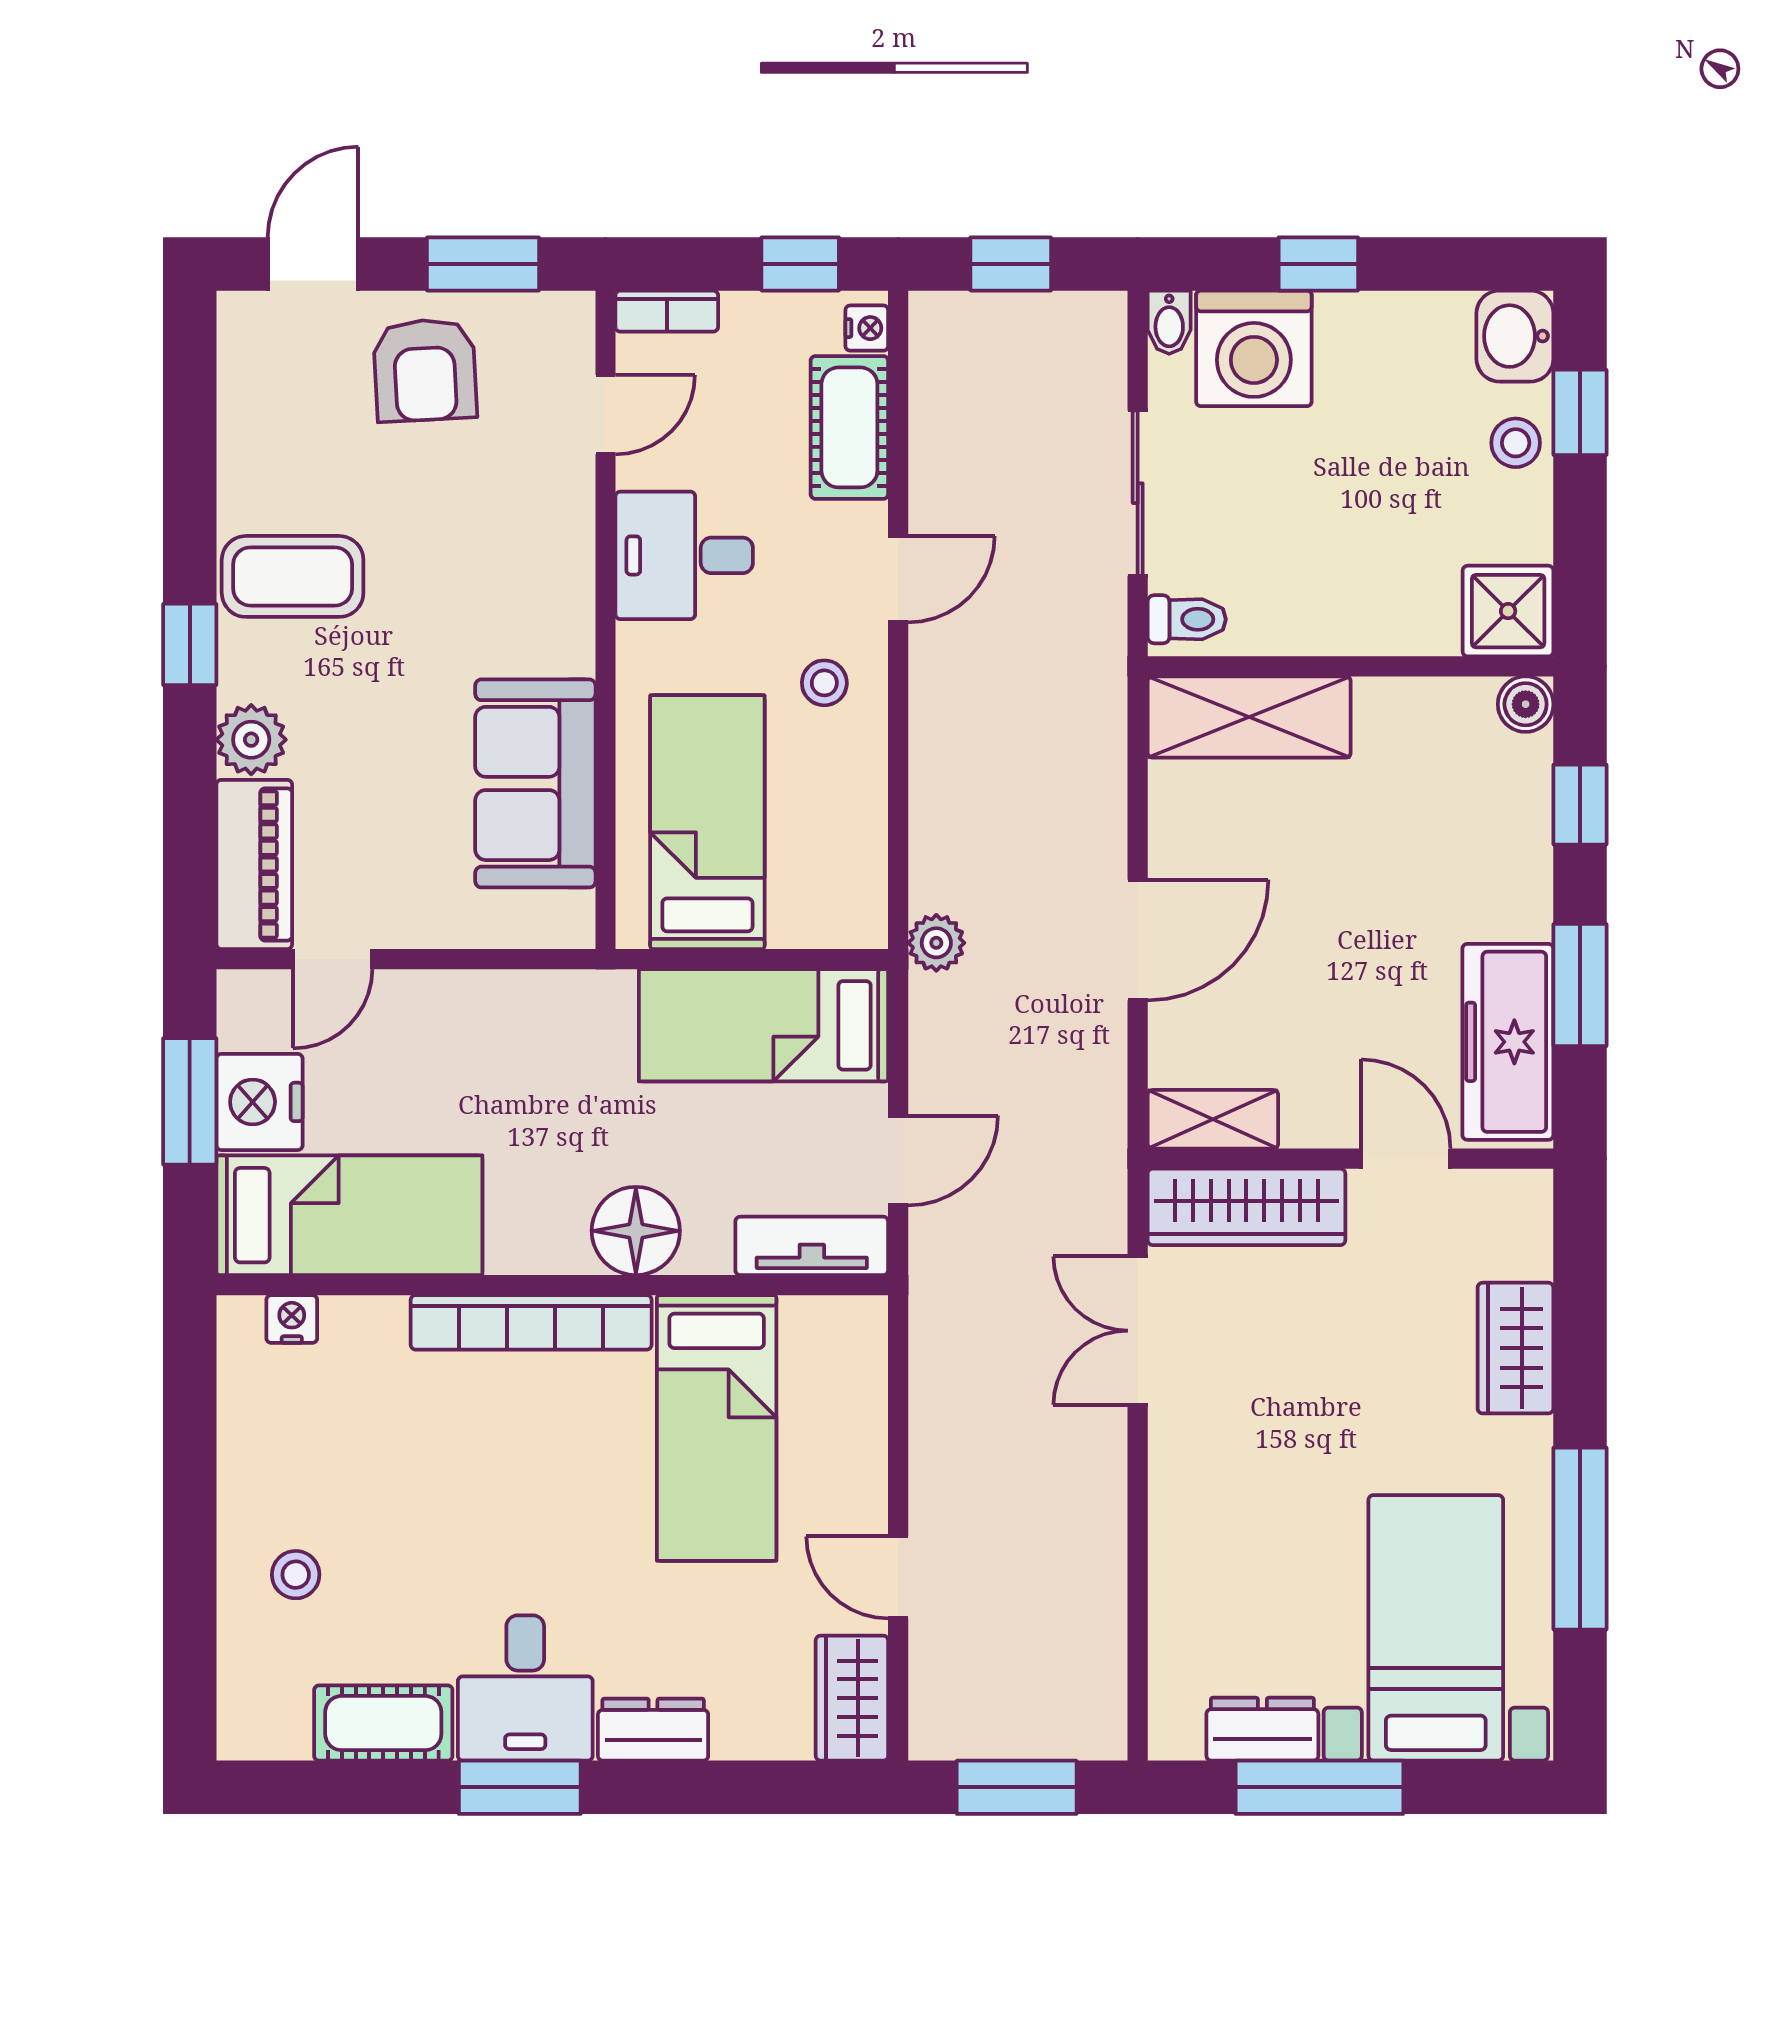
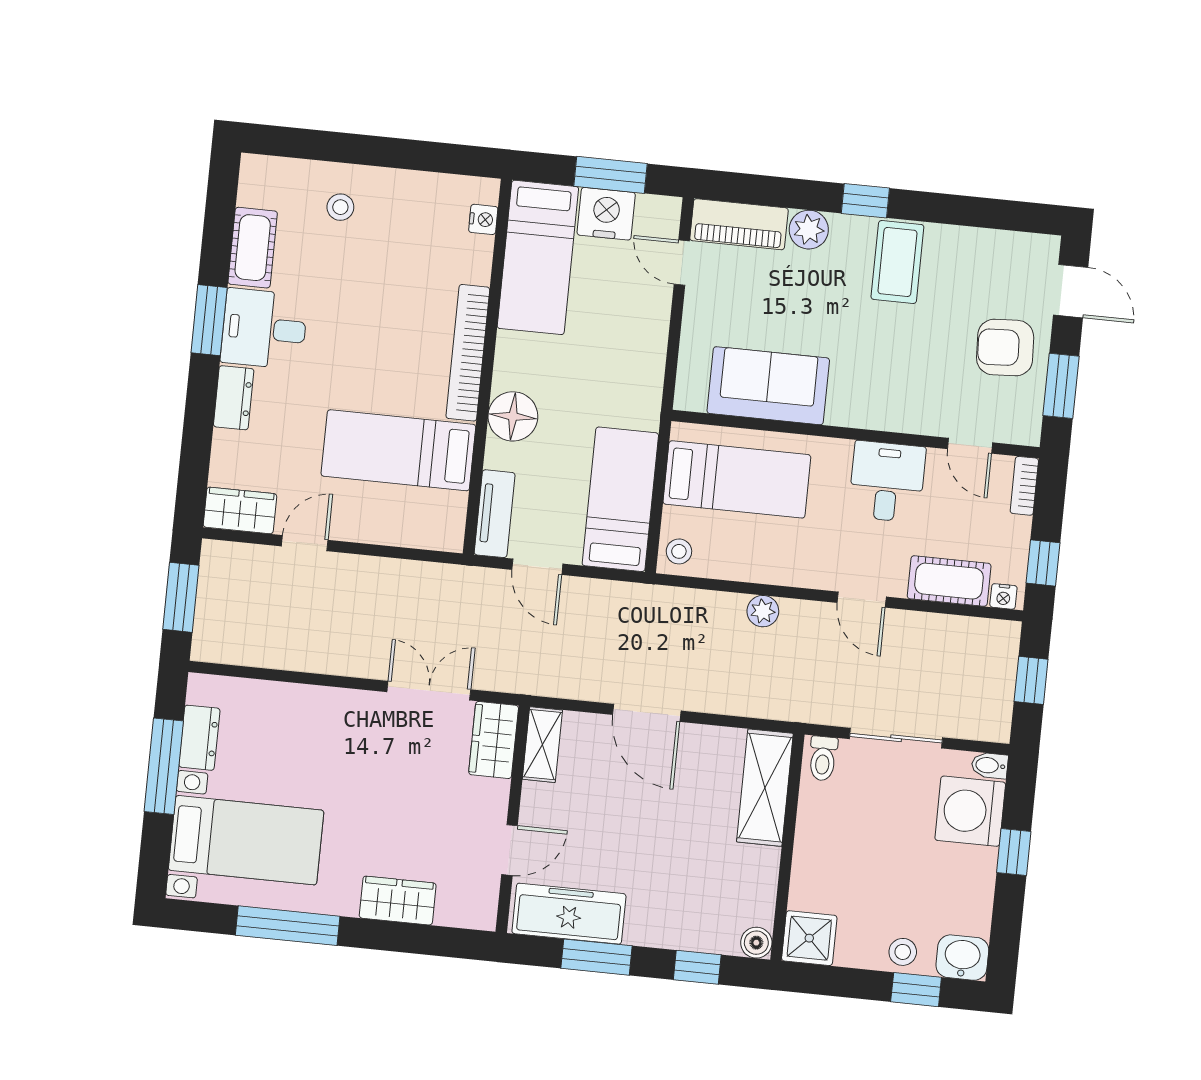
stool: (824, 683) -> (679, 551), moved
plant: (936, 943) -> (763, 611), moved
wardrobe: (1246, 1207) -> (494, 740), width x0.67

